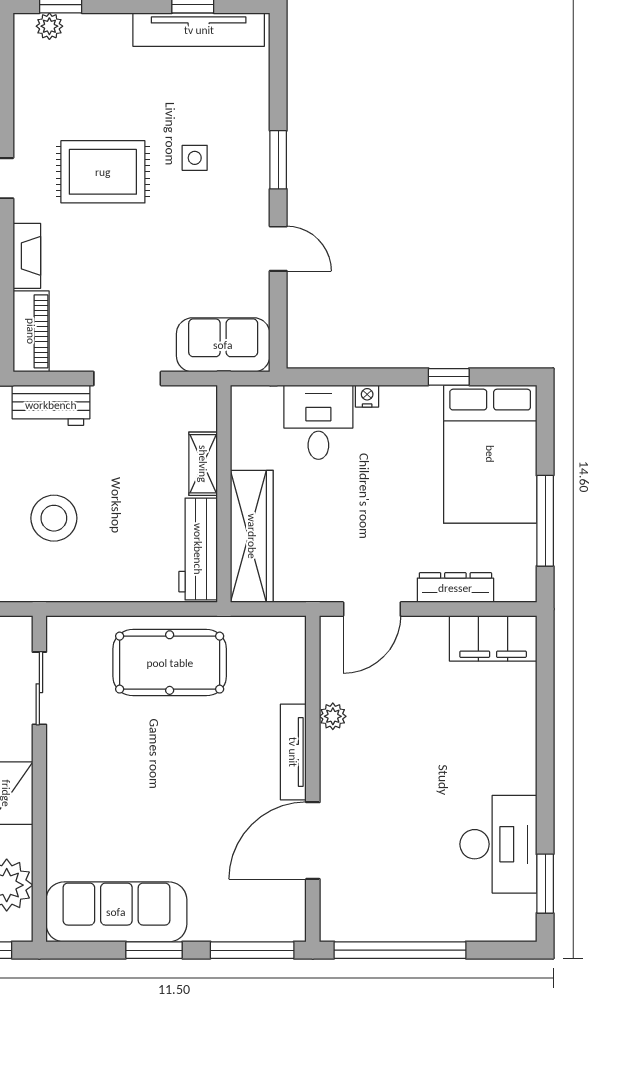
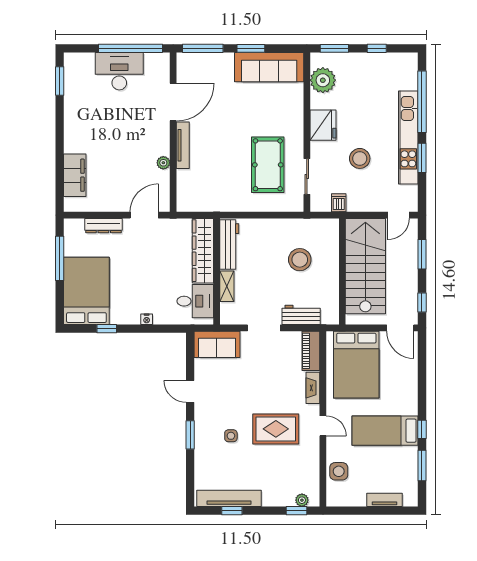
desk: (318, 422) -> (195, 301), moved, turned -90
filing cabinet: (493, 638) -> (75, 175), moved, turned 90
pool table: (170, 663) -> (268, 165), moved, turned 90
desk: (498, 844) -> (119, 71), moved, turned 90

